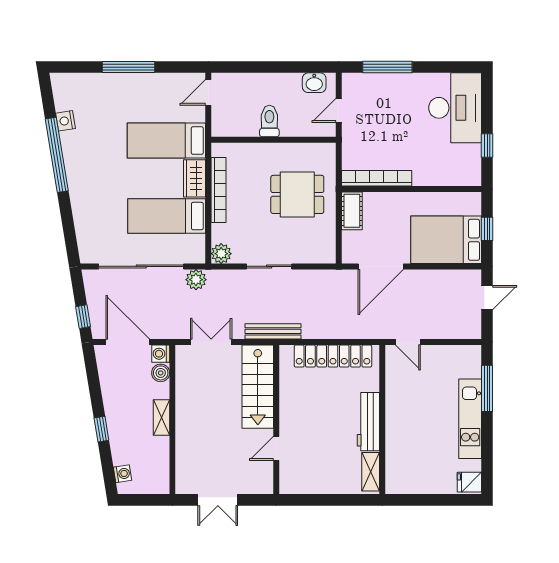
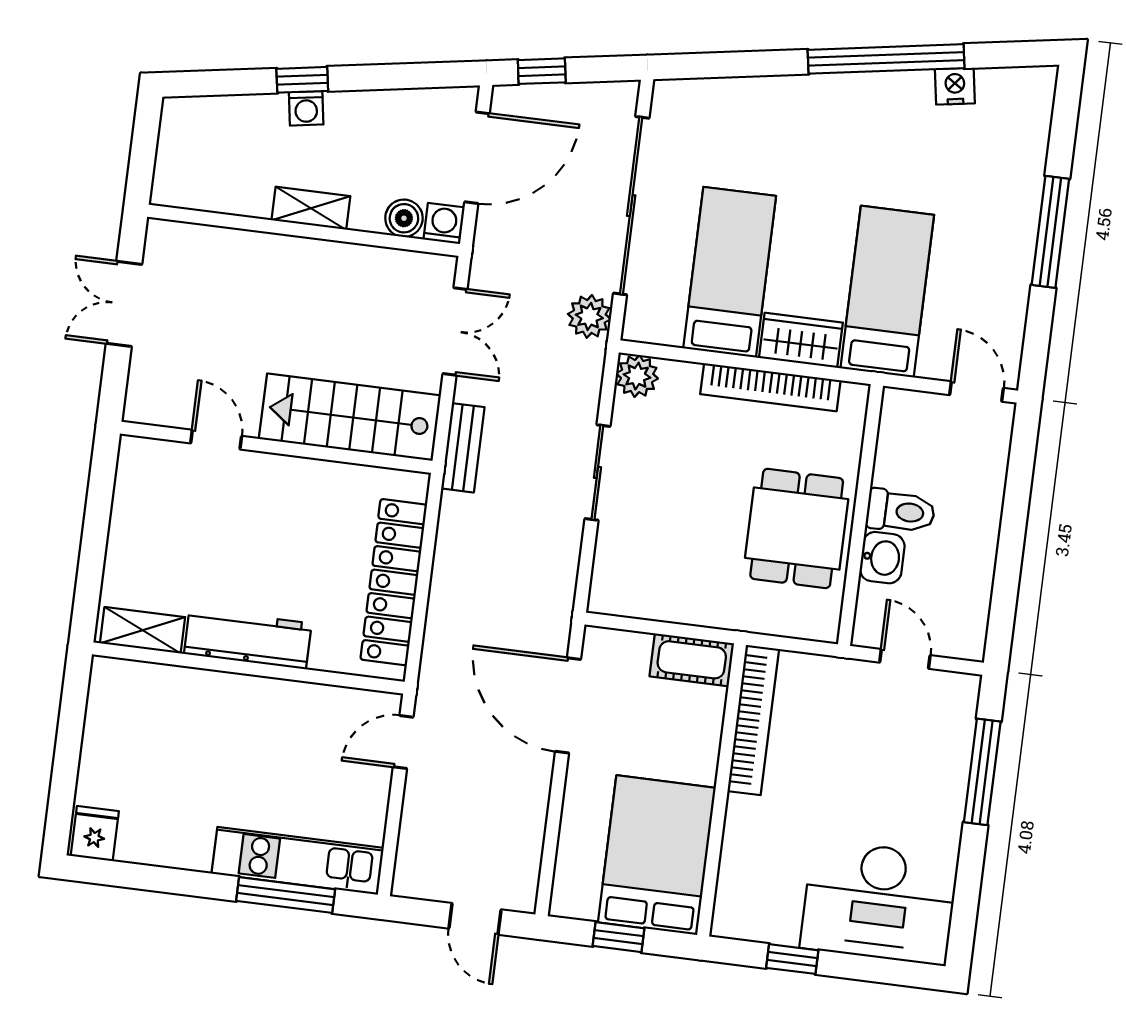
washbasin: (314, 83) -> (882, 558), moved, turned 180
dining table: (297, 194) -> (797, 528), moved
bed: (446, 240) -> (657, 855), moved
bench: (273, 331) -> (463, 448), width x0.73
kitchen unit: (470, 419) -> (298, 861), moved
washing machine: (122, 474) -> (306, 108), moved

